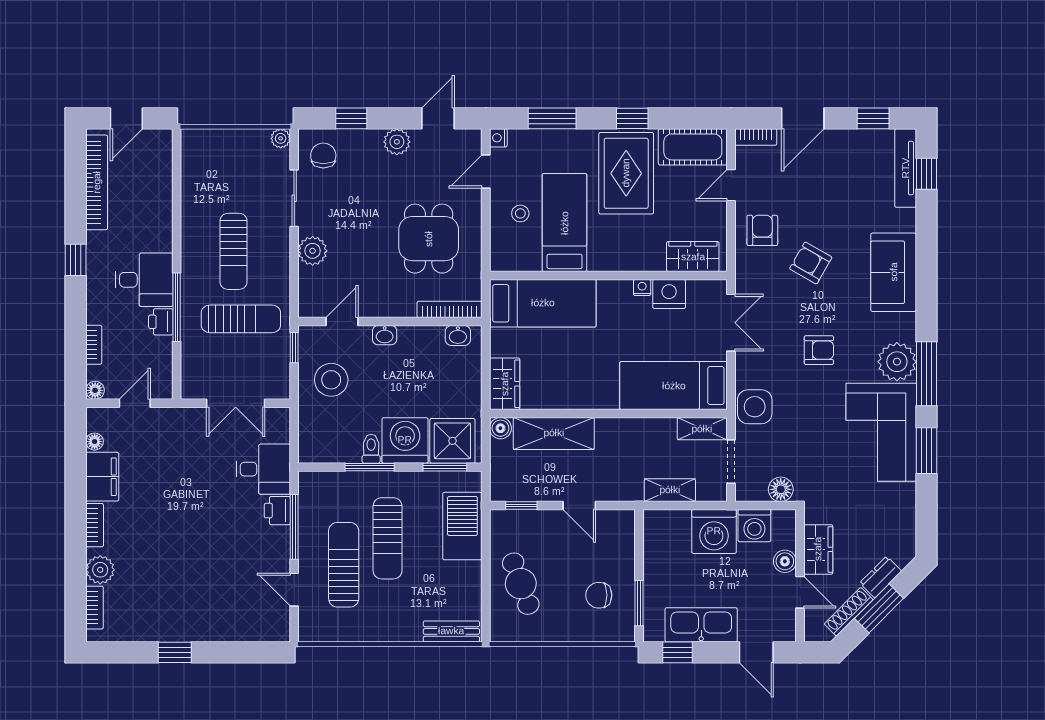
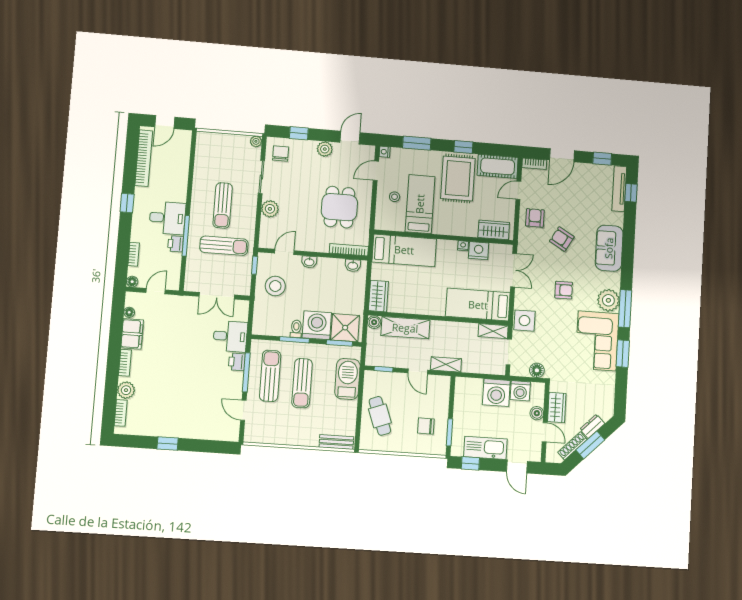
shelving: (670, 490) -> (446, 364), moved
sun lounger: (344, 565) -> (270, 376), moved

